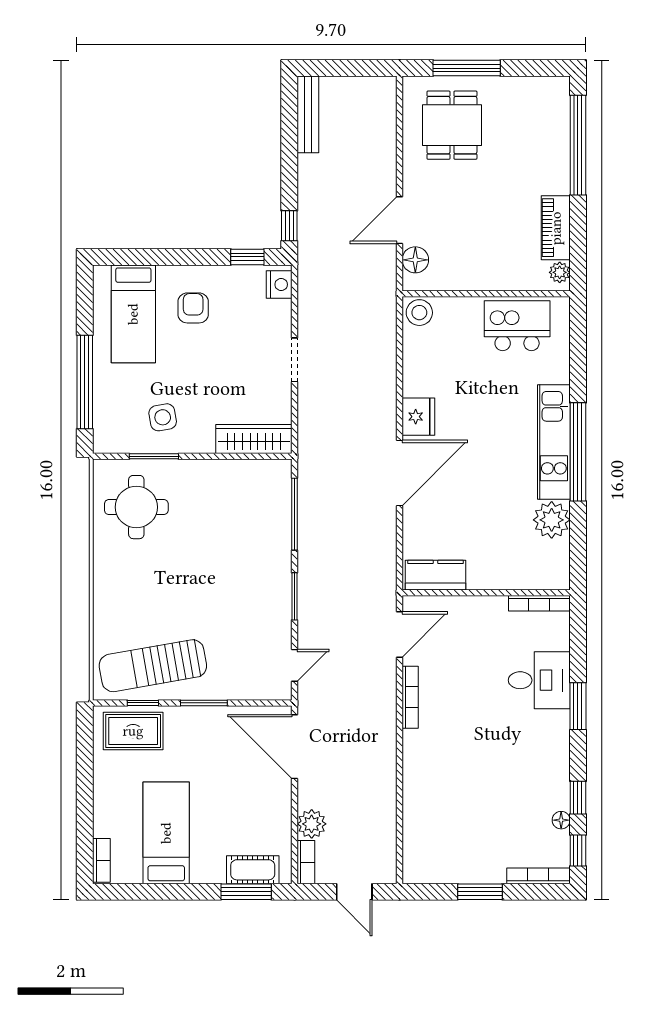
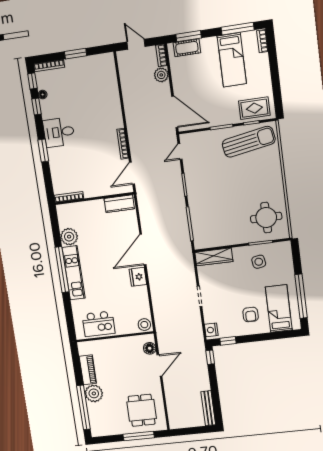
plant: (560, 272) -> (94, 393), moved, width x1.88, depth x1.88
window: (85, 382) -> (301, 296), moved
desk: (539, 680) -> (59, 132), moved
window: (147, 892) -> (238, 29), added

